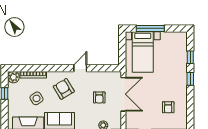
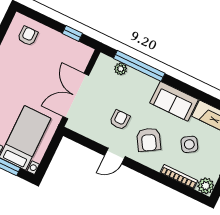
armchair: (99, 97) -> (120, 120), moved
armchair: (168, 107) -> (28, 36), moved

